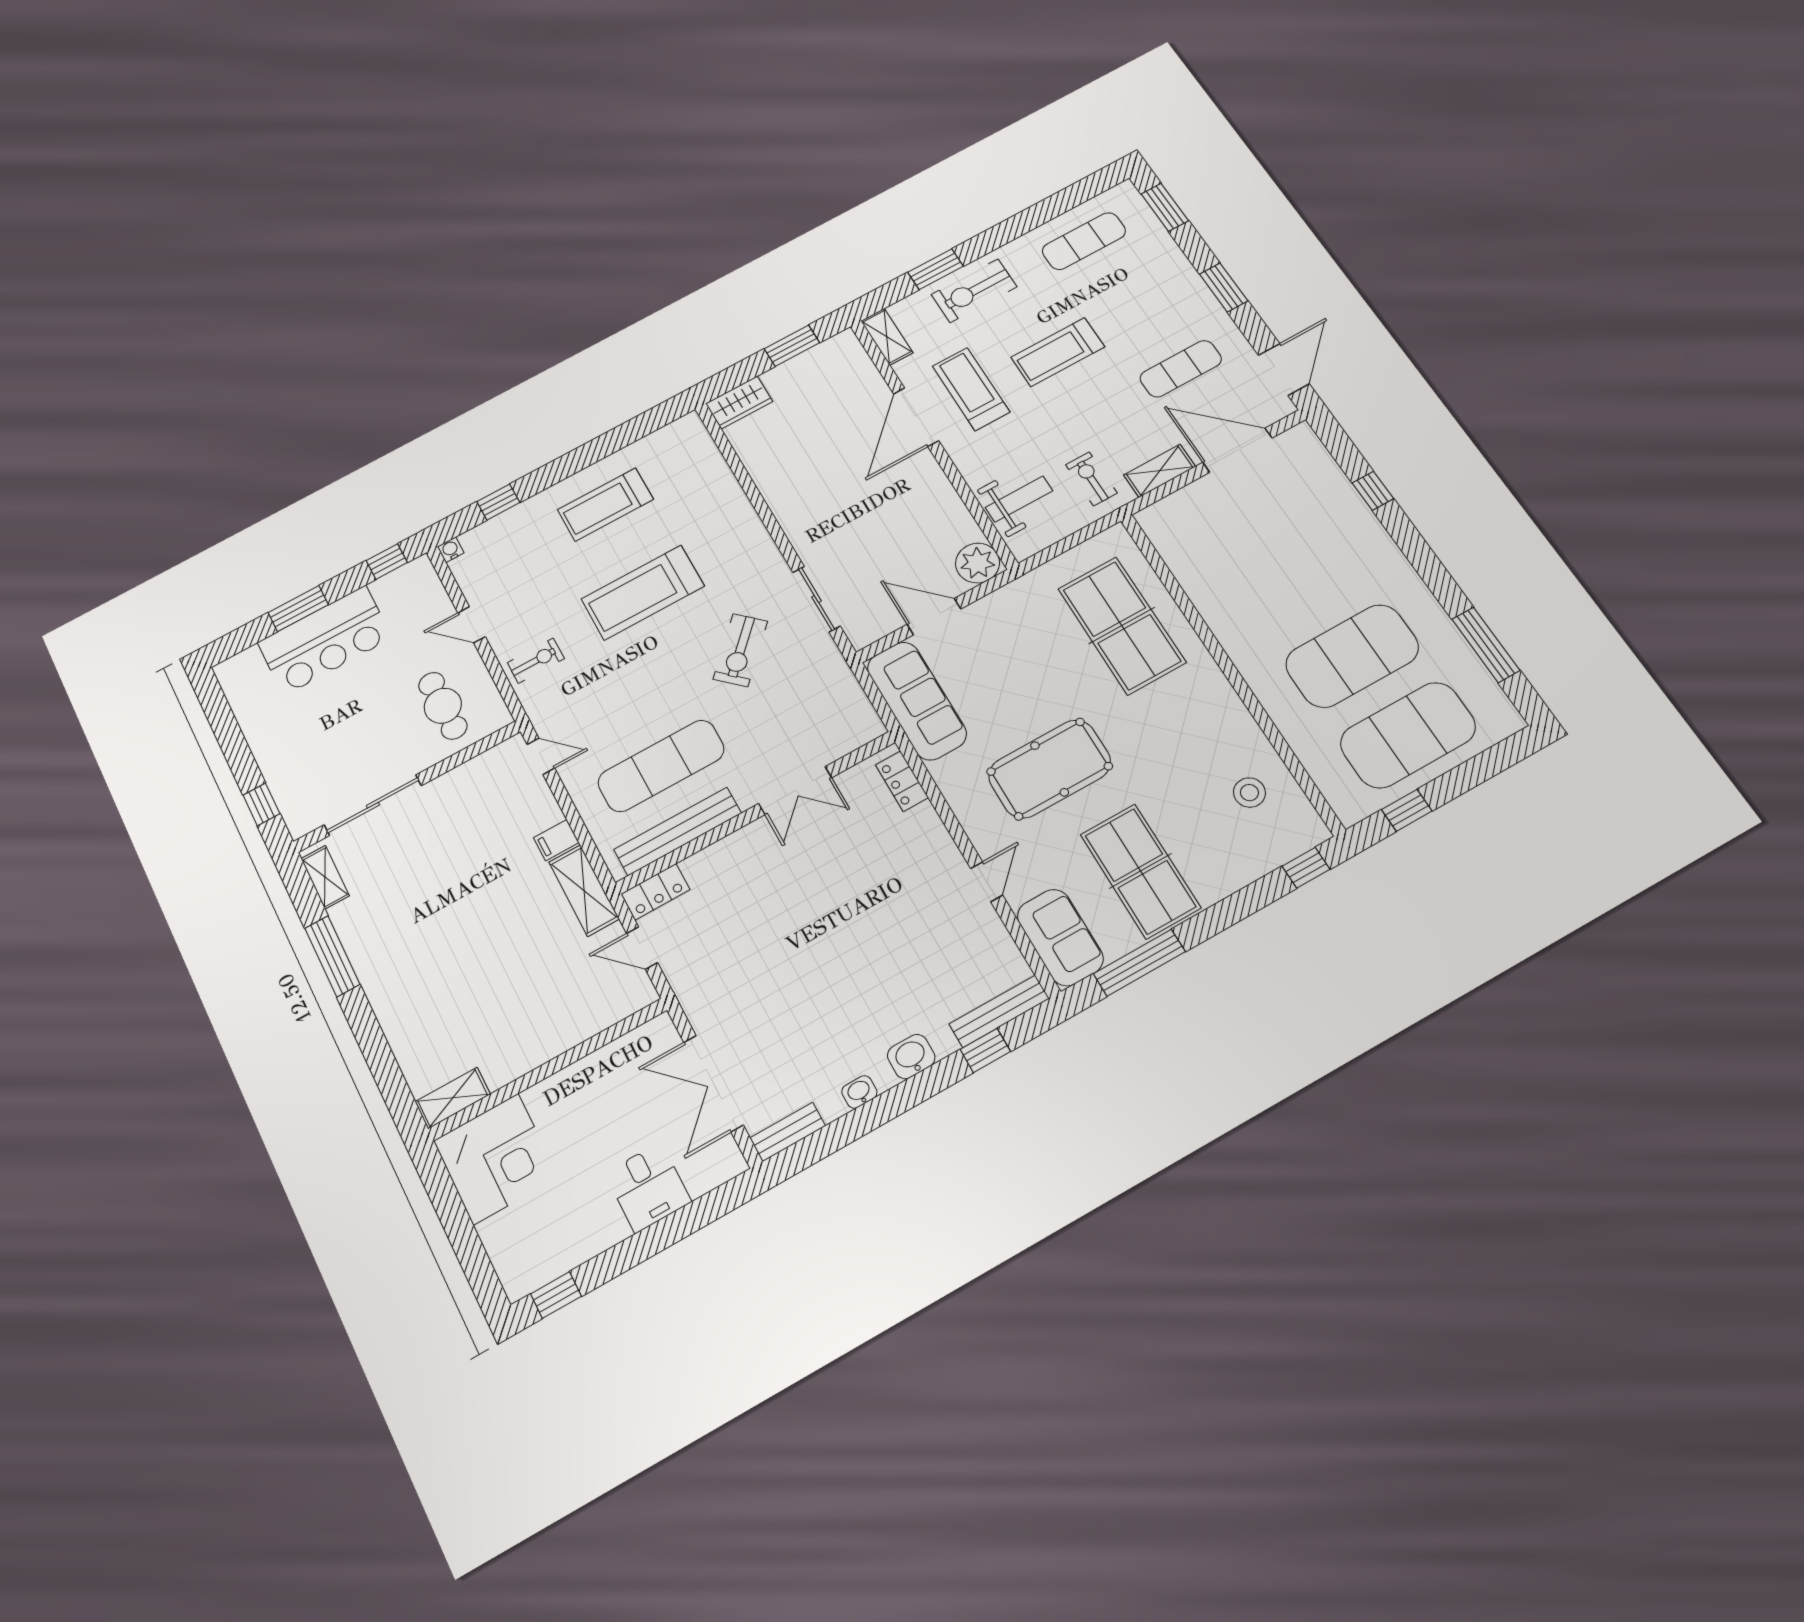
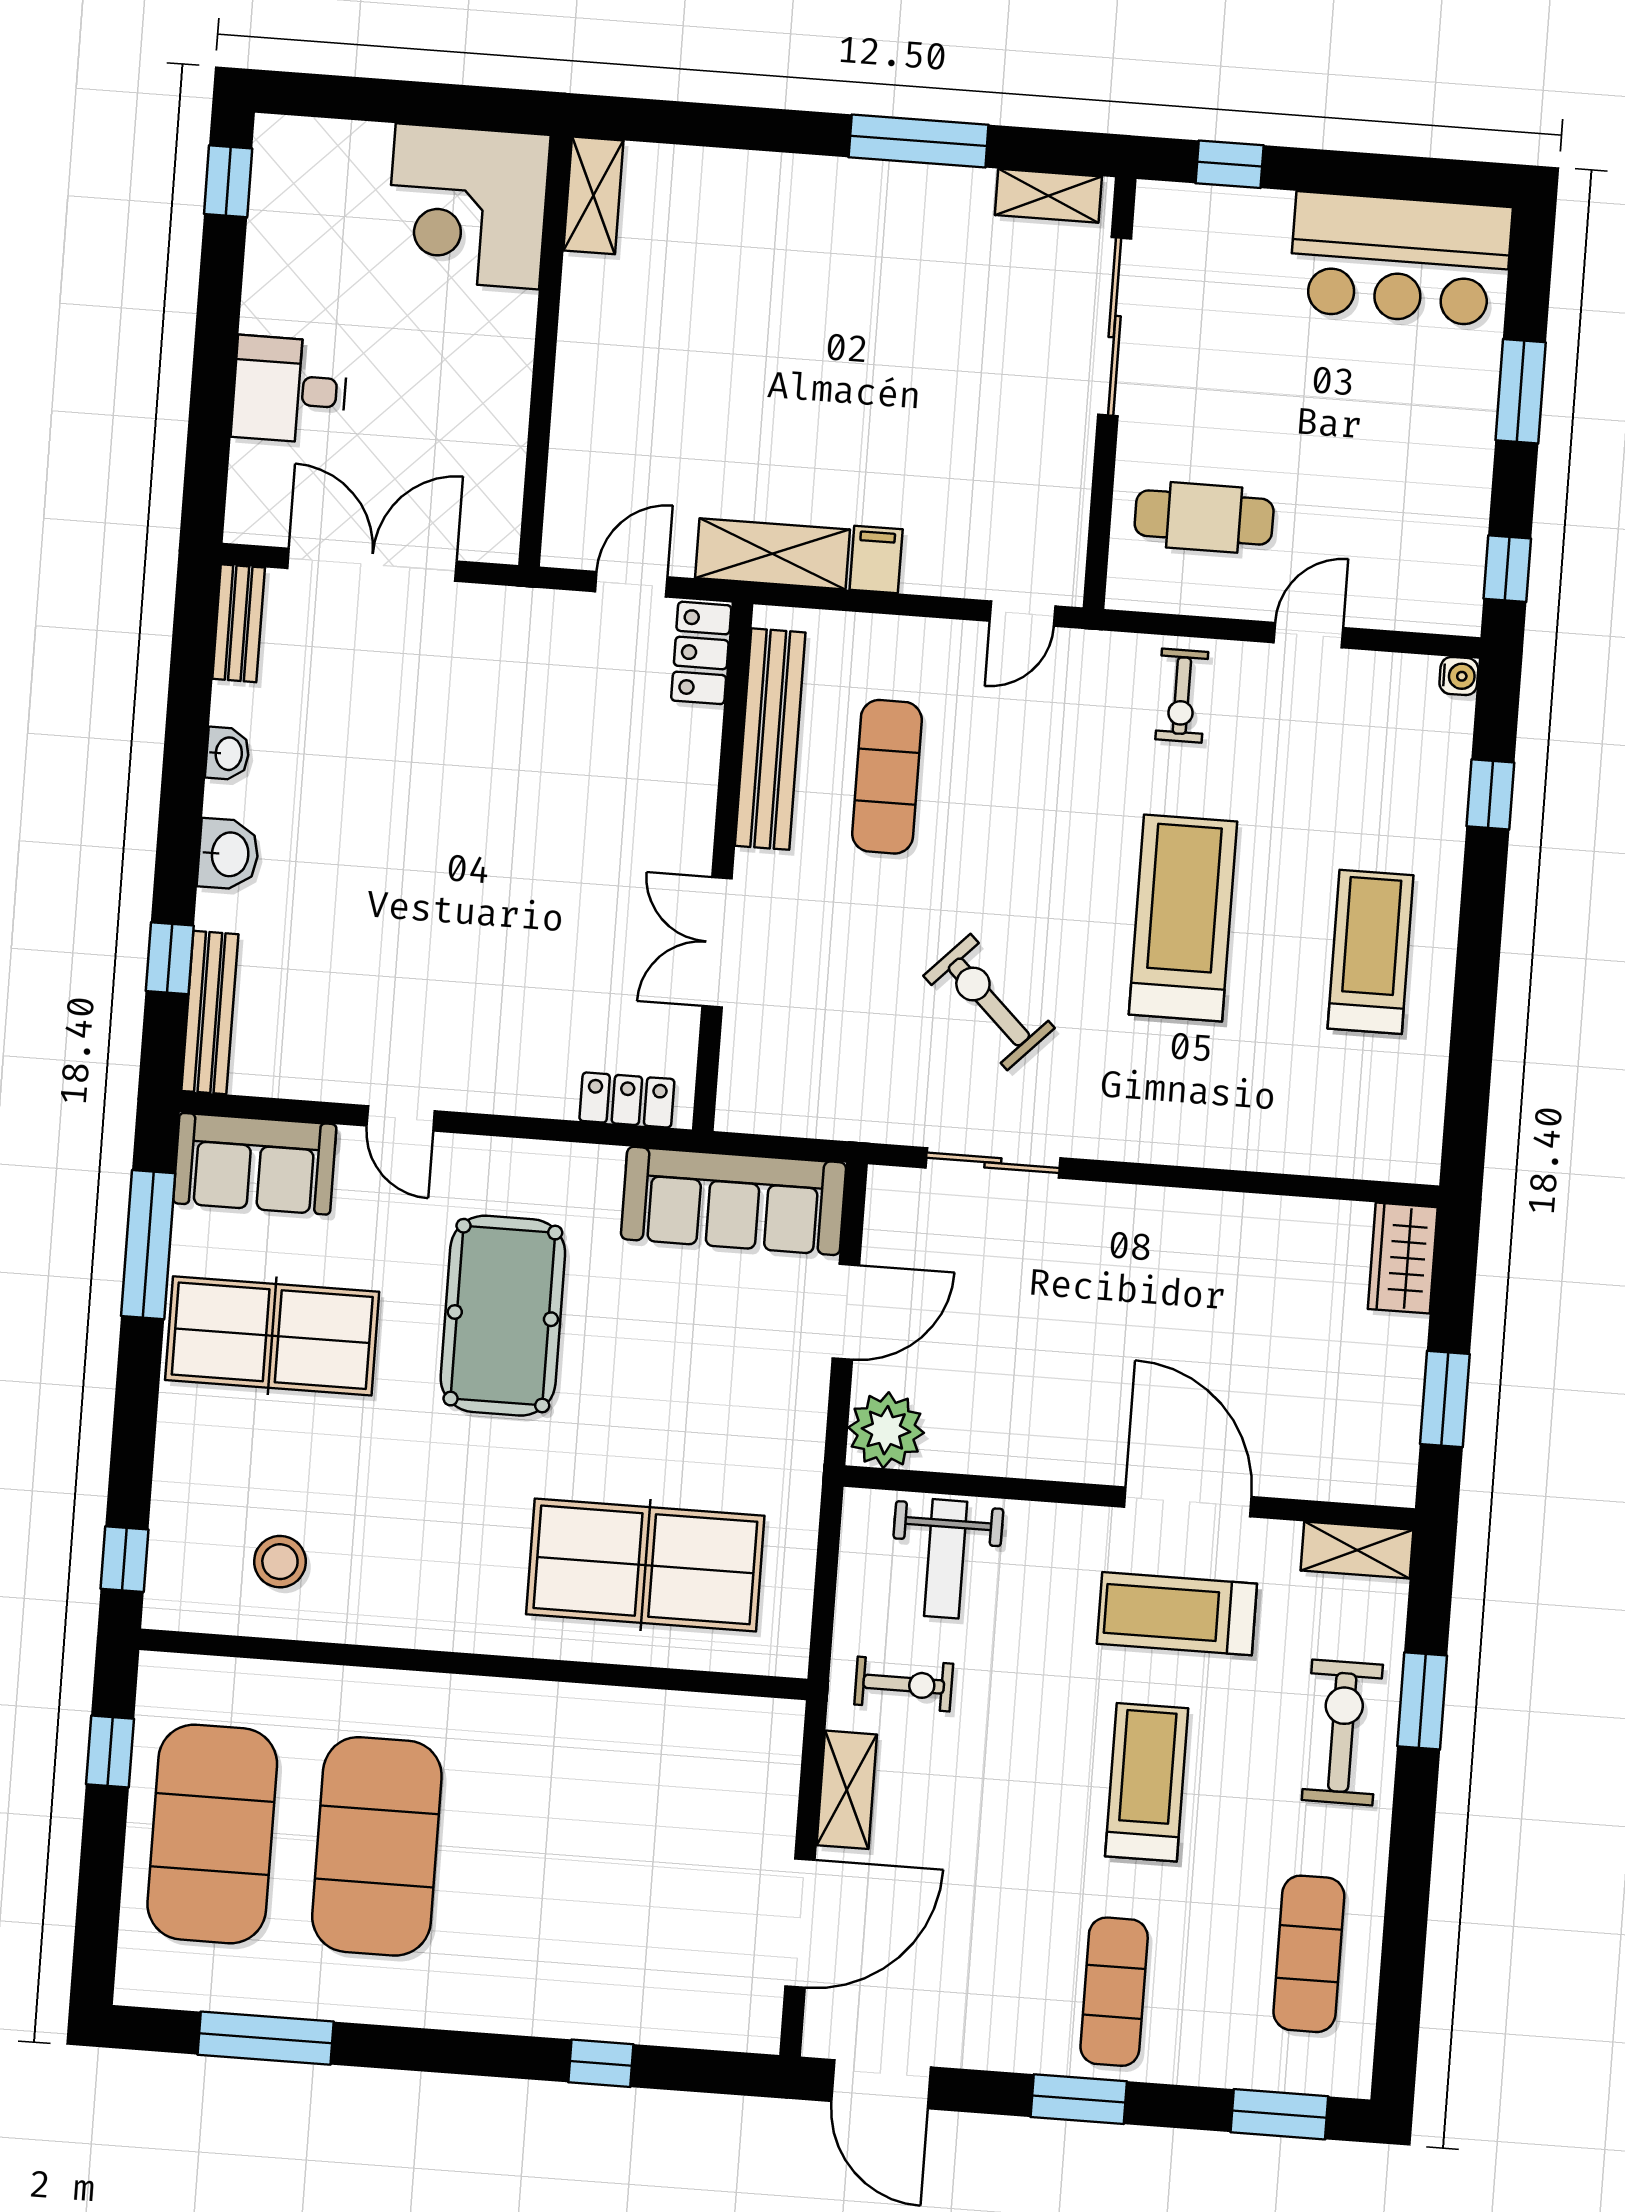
exercise mat: (1181, 369) -> (1114, 1992), moved
treadmill: (971, 389) -> (1177, 1614), turned 180
bar counter: (325, 640) -> (1400, 259), moved, turned -90
exercise mat: (661, 766) -> (887, 777), width x0.73, depth x0.69

